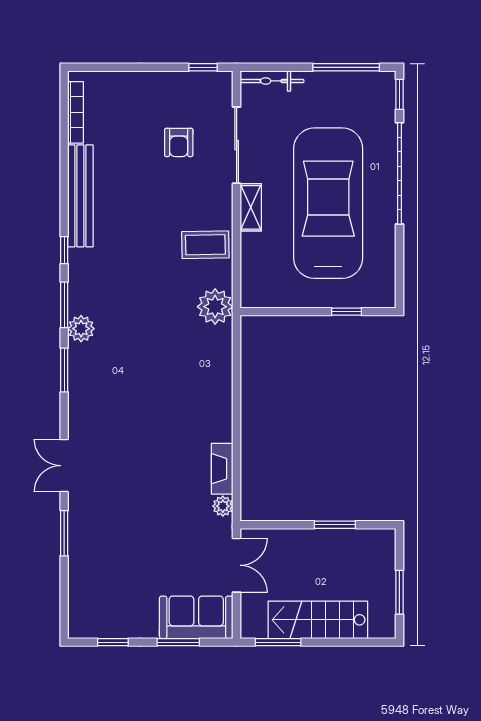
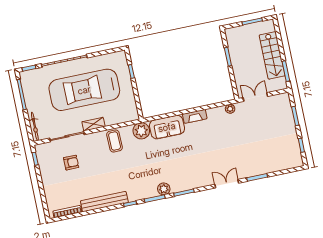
double door: (64, 466) -> (227, 184), swing flipped
fireplace: (222, 469) -> (195, 116), moved
sofa: (196, 617) -> (167, 127), moved, turned -90

